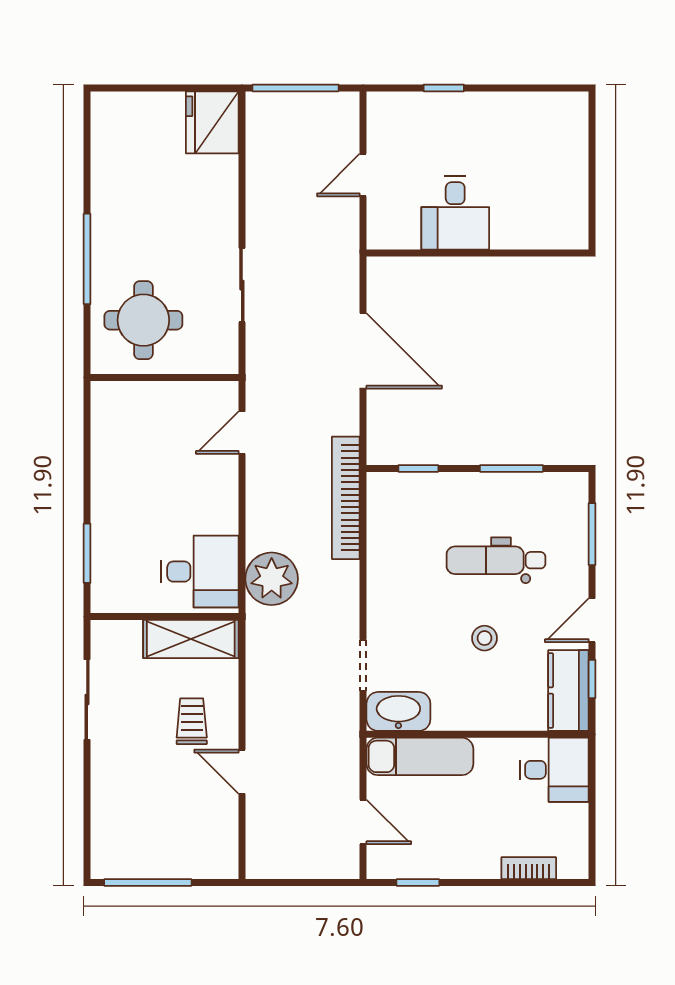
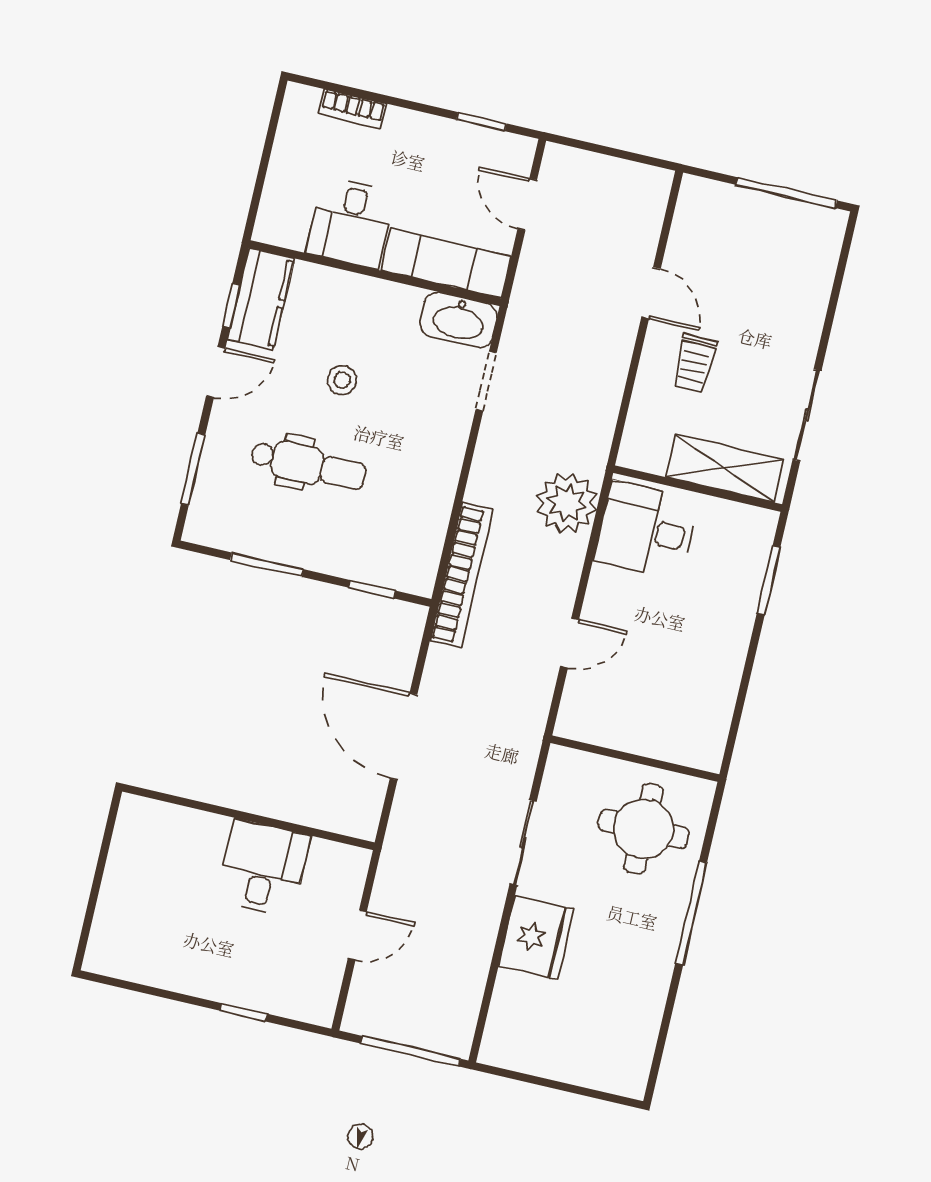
fridge: (212, 122) -> (536, 938), moved
door: (242, 433) -> (570, 643), moved
shelving: (191, 639) -> (725, 468), moved
desk: (554, 770) -> (351, 222), moved, turned -90

